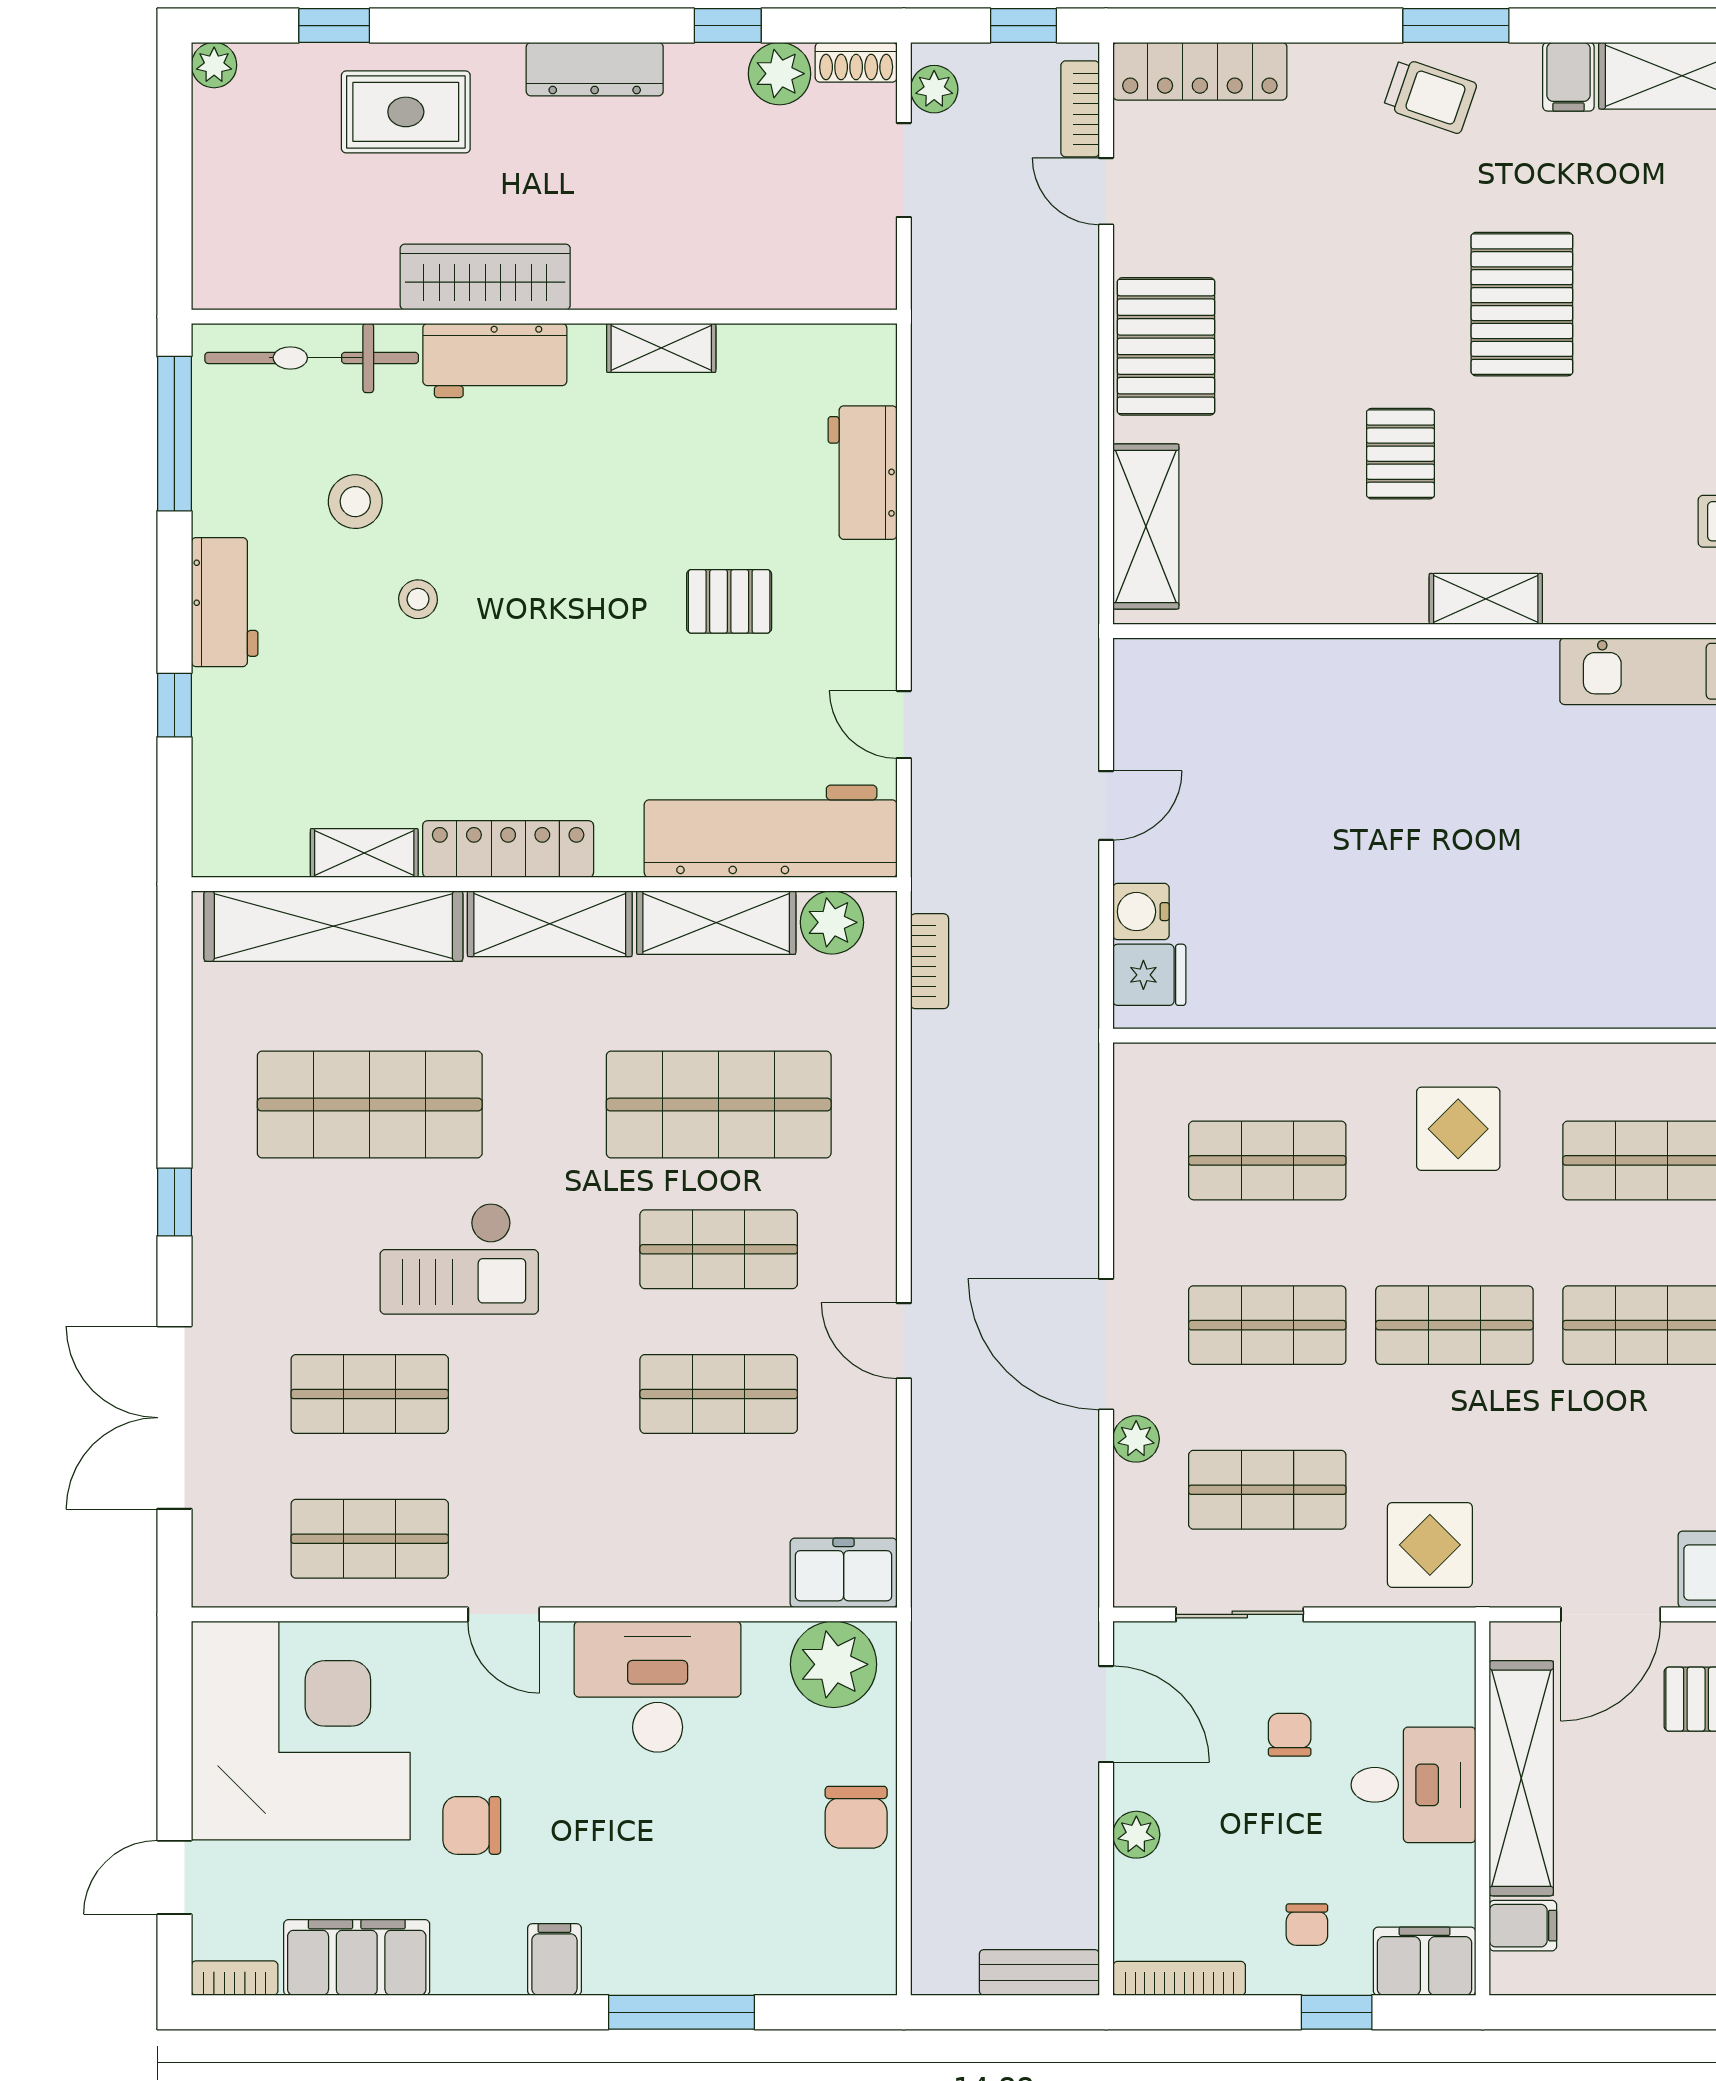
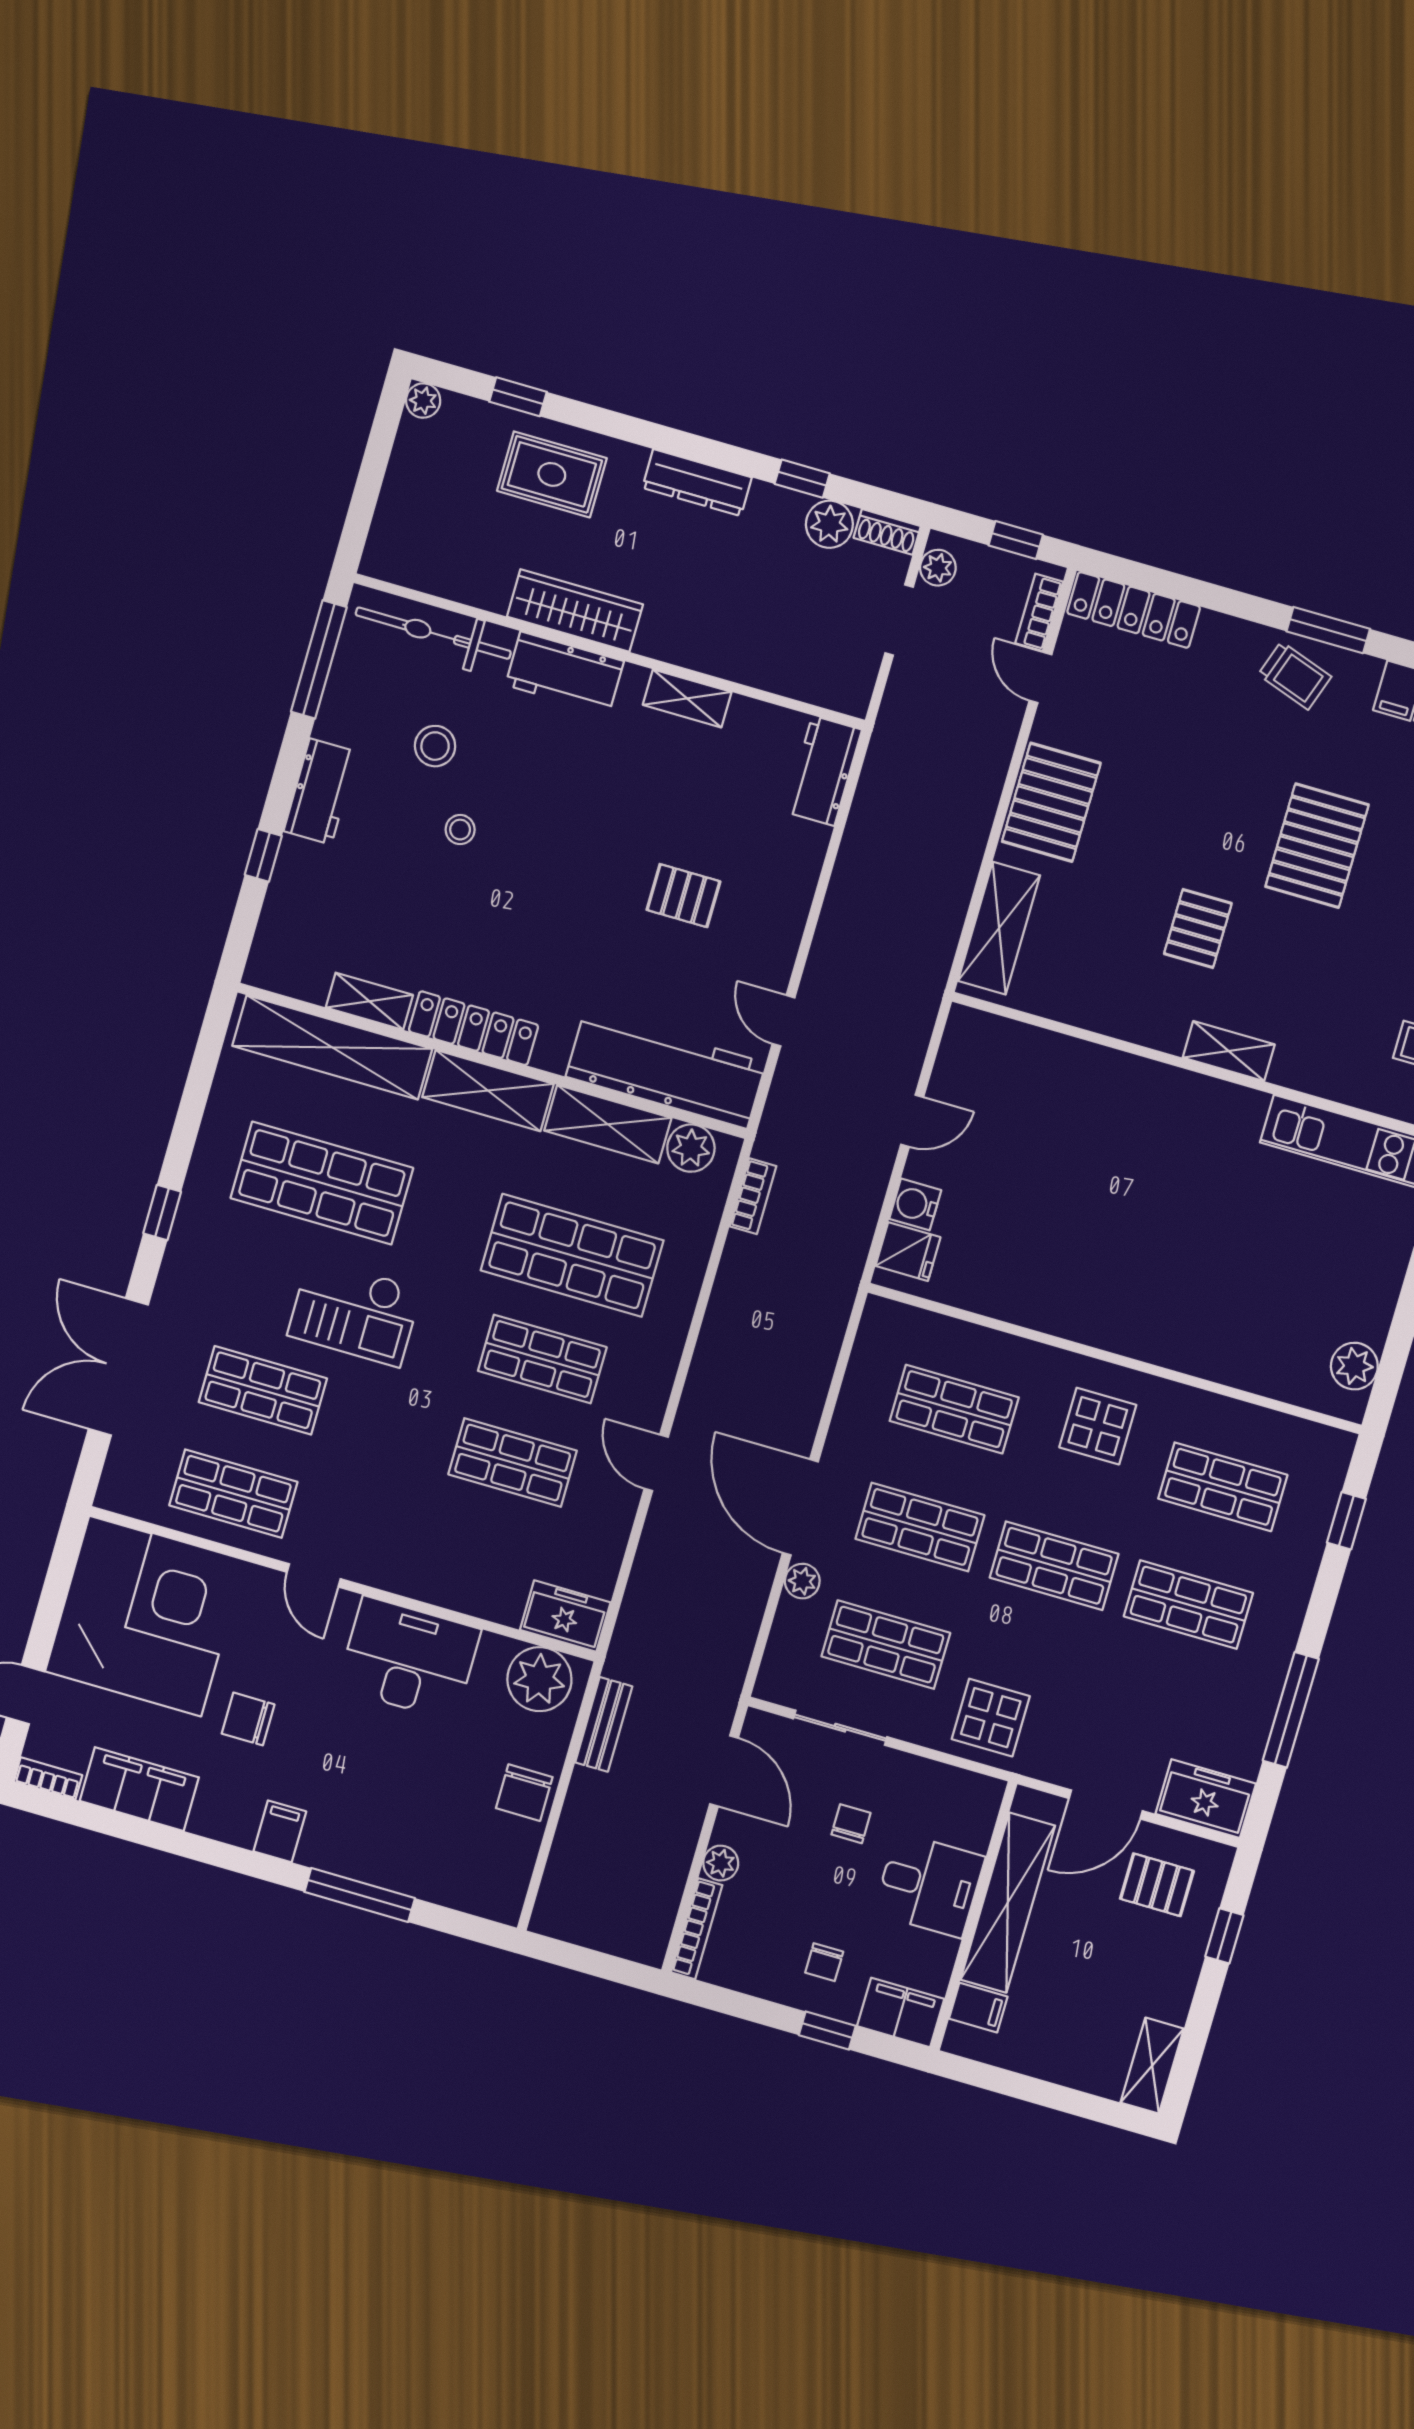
workbench: (863, 473) -> (823, 771), moved
bench: (1039, 1972) -> (604, 1724), moved, turned 90
bookcase: (1179, 1978) -> (697, 1929), moved, turned 90

